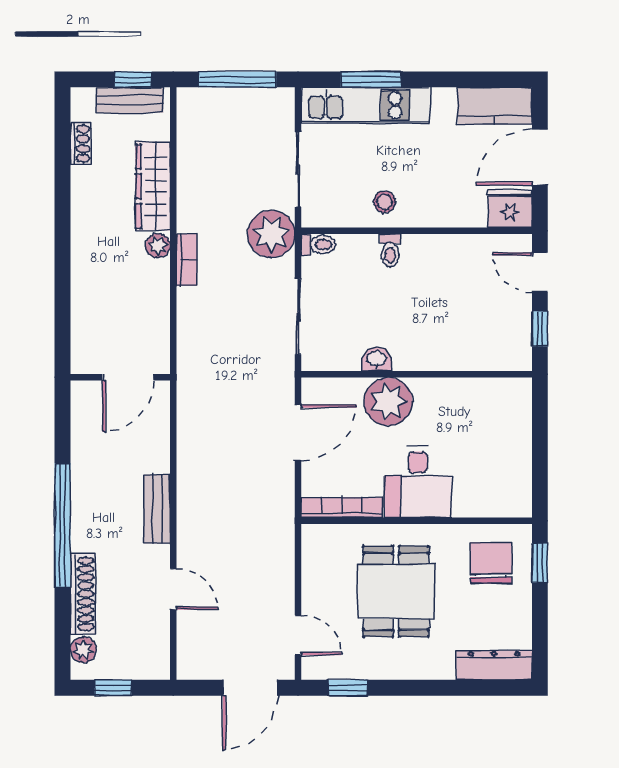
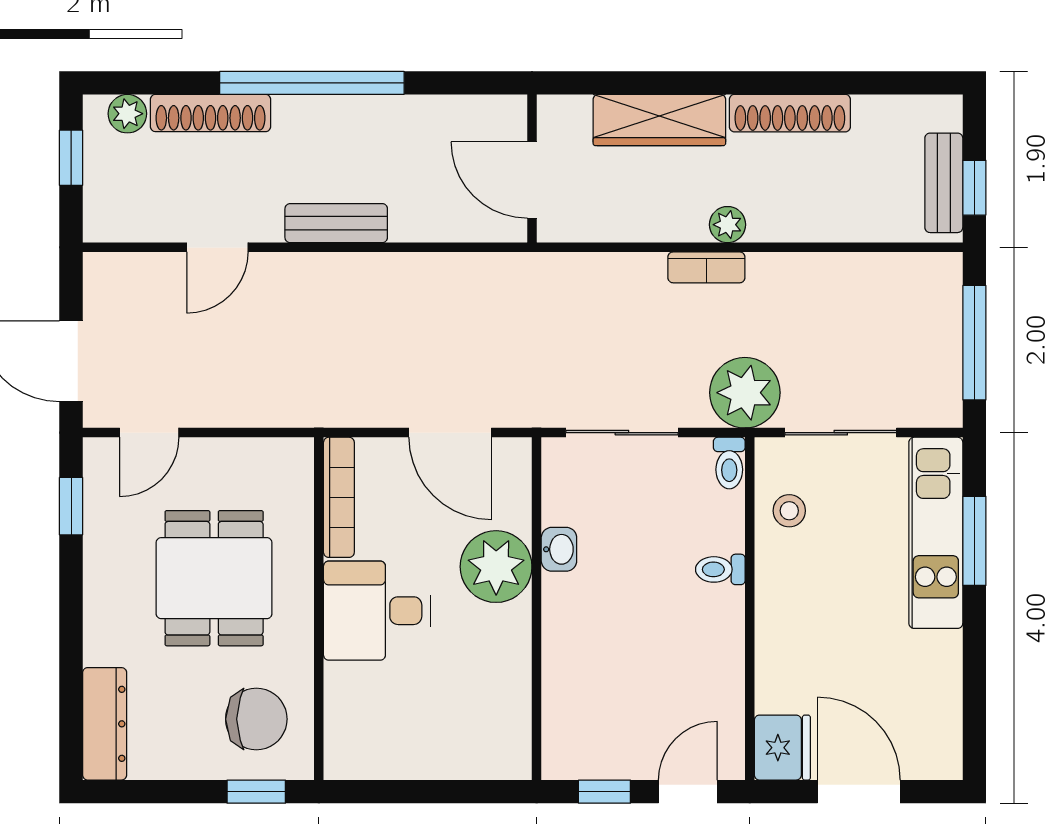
kitchen counter: (495, 106) -> (935, 725), removed
shoe rack: (81, 144) -> (790, 113), moved, width x1.94, depth x1.24
wardrobe: (153, 186) -> (659, 120), moved, turned 180
stool: (385, 202) -> (789, 511), moved
dining table: (396, 591) -> (214, 578), turned 90

